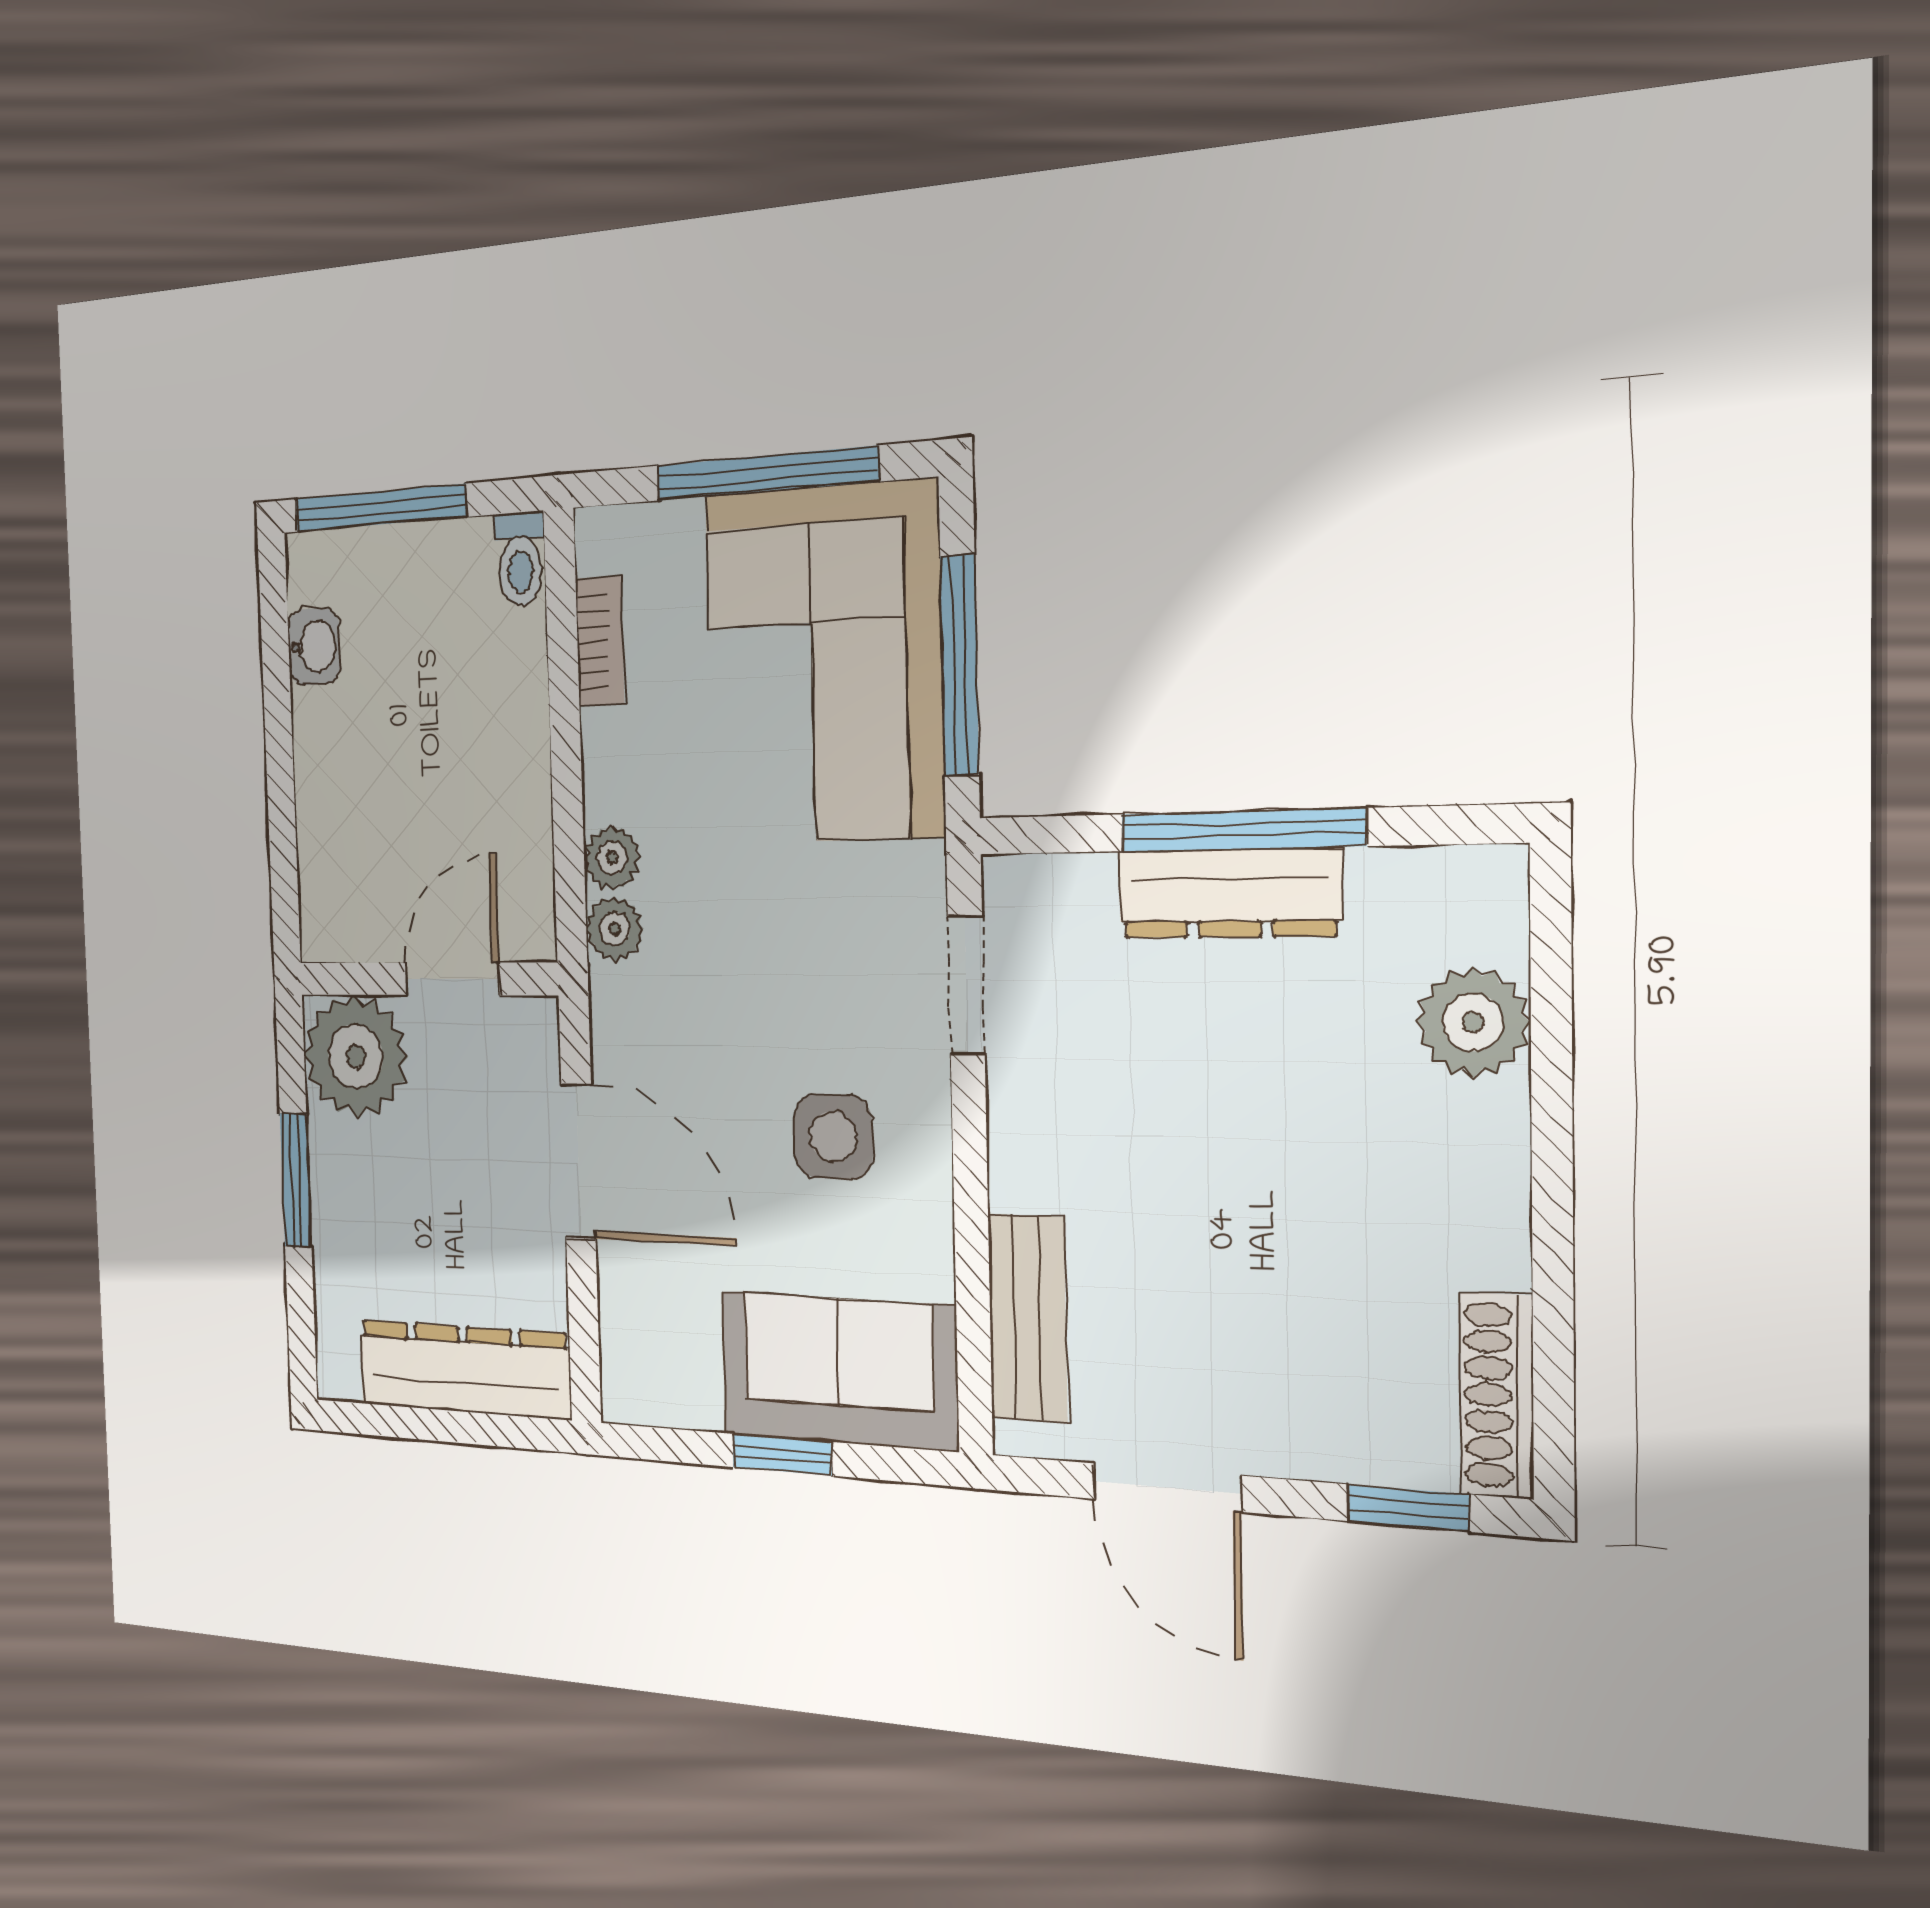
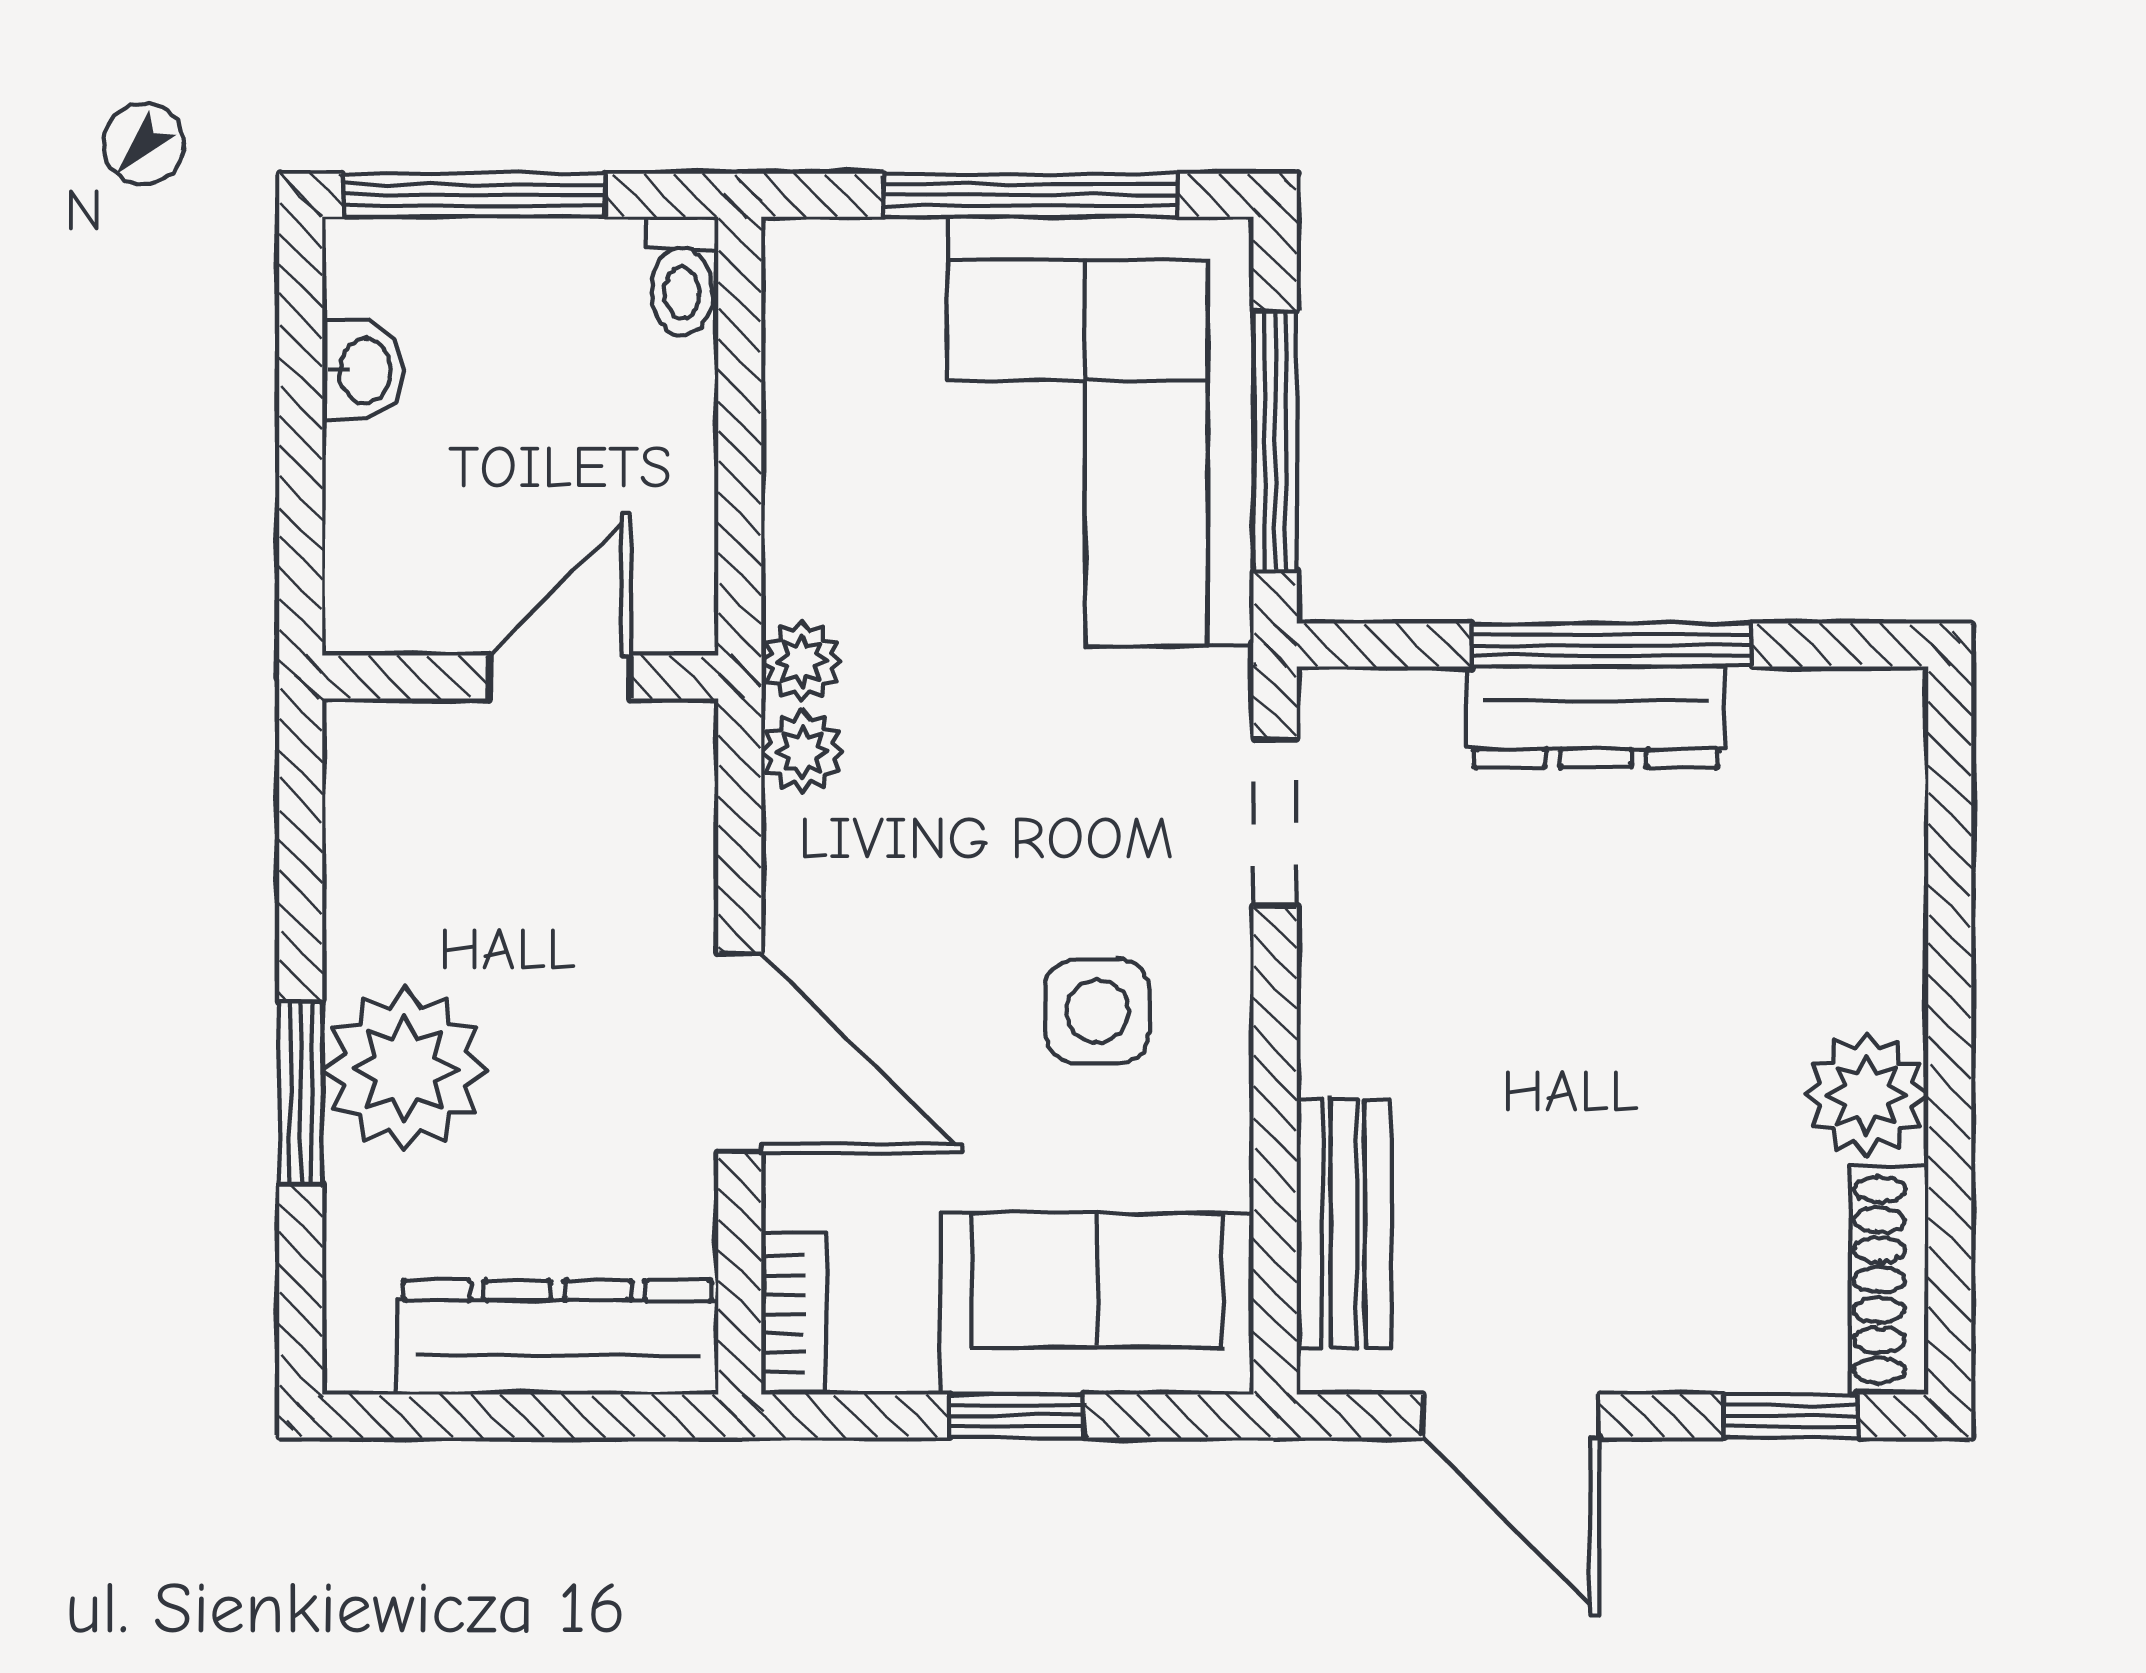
bookcase: (600, 641) -> (793, 1314), moved
wall: (427, 979) -> (520, 677), moved
door: (452, 979) -> (560, 677), moved
plant: (1473, 1022) -> (1866, 1095), moved
plant: (356, 1056) -> (405, 1069), moved

